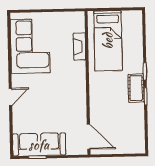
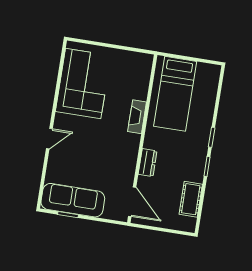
fireplace: (79, 47) -> (137, 117), moved
cot: (136, 88) -> (191, 199), moved
dresser: (96, 102) -> (148, 163), added

